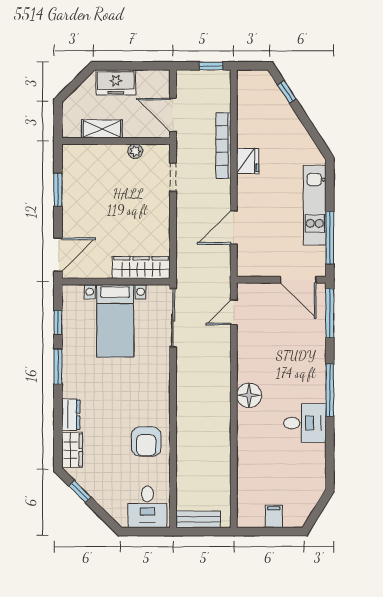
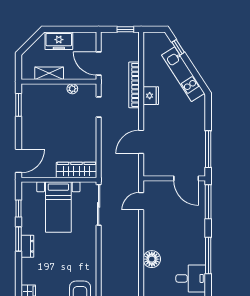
window: (58, 190) -> (18, 105), moved
kitchen unit: (315, 205) -> (183, 74), moved, turned -33
dresser: (71, 415) -> (27, 246), moved

